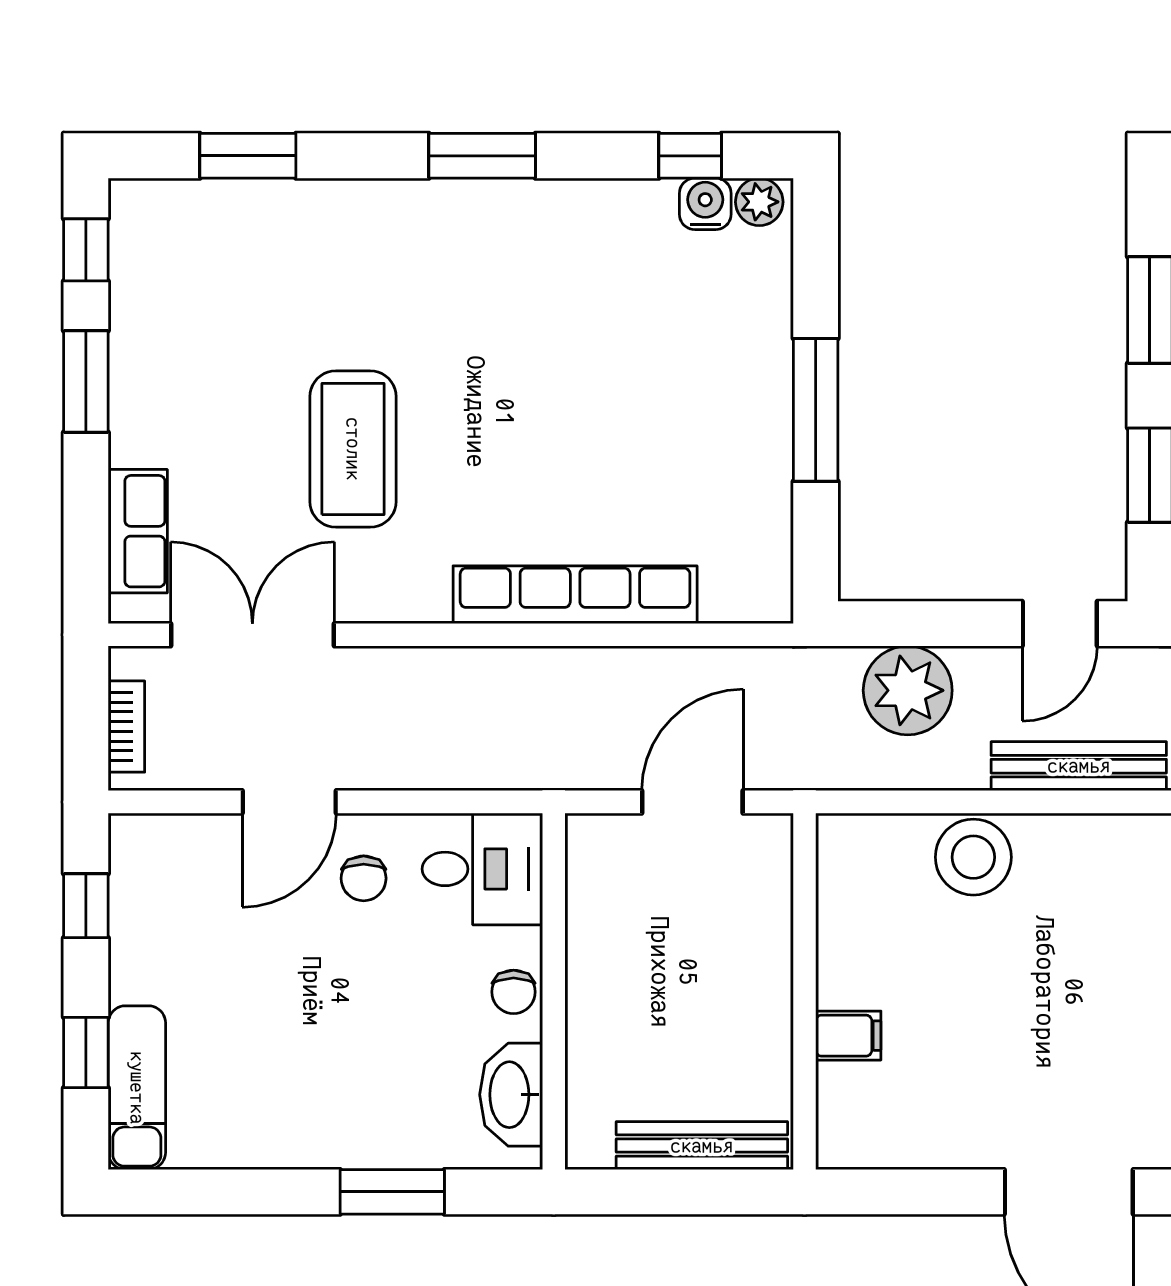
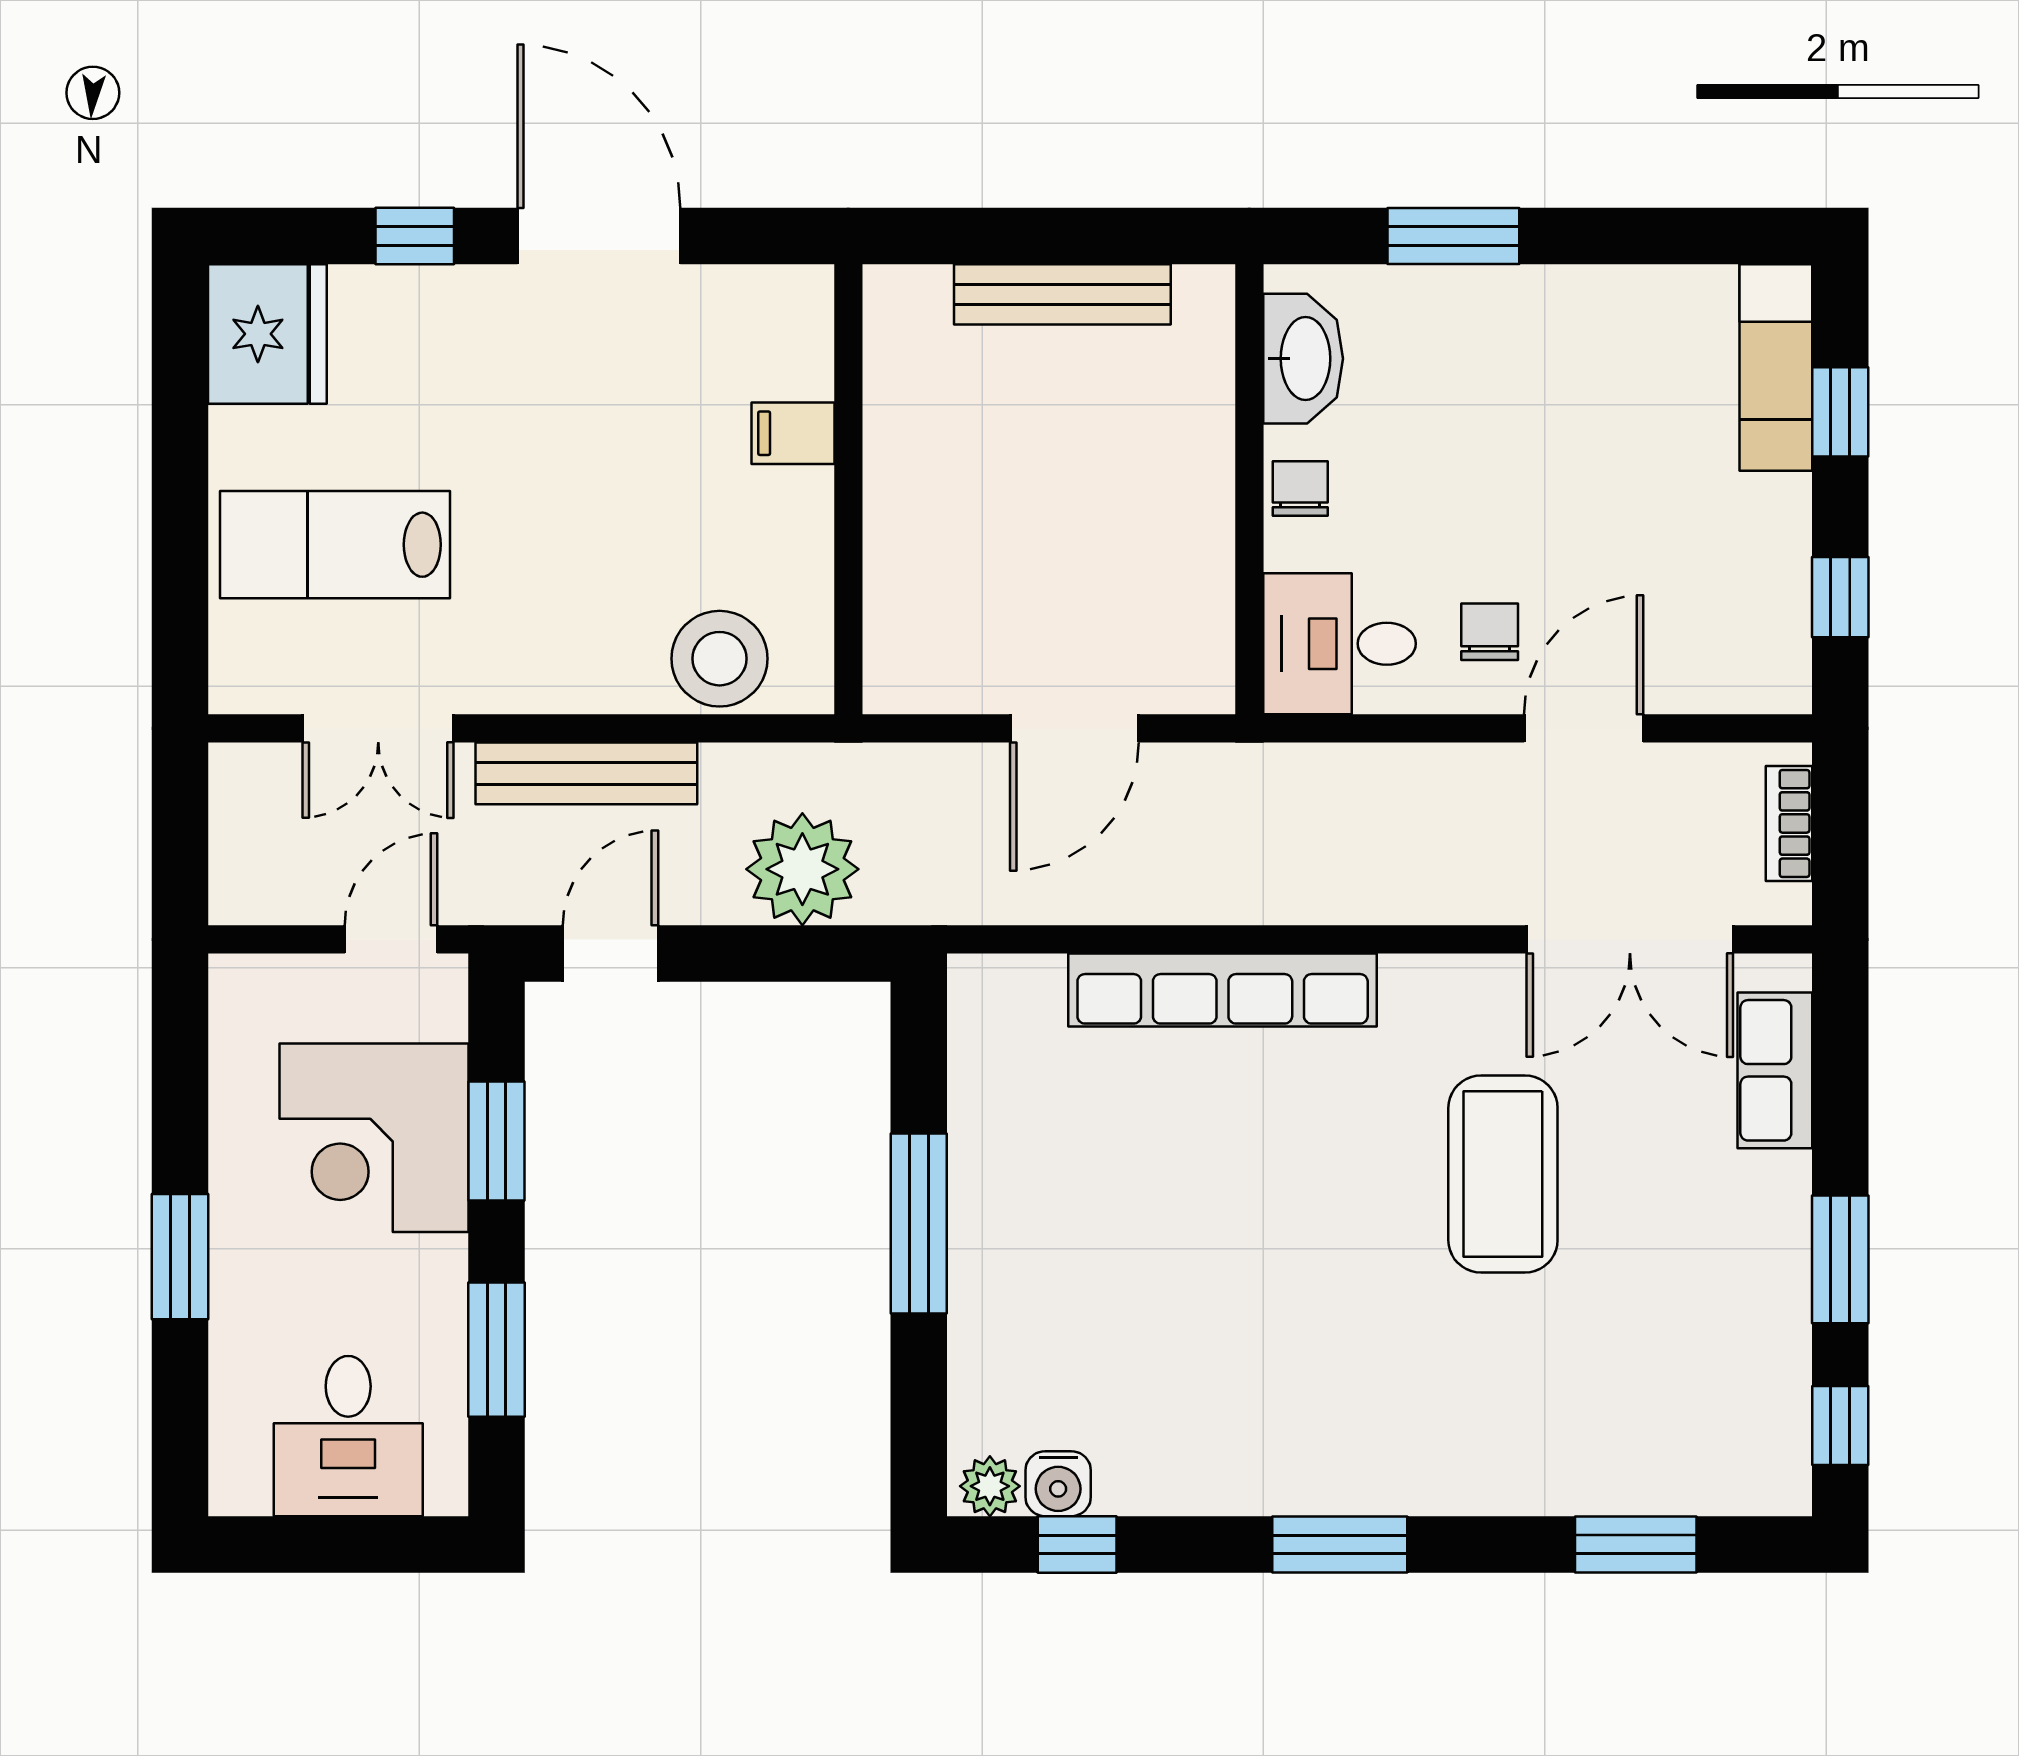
wall: (804, 991) -> (848, 489), moved
filing cabinet: (848, 1036) -> (793, 433), moved

